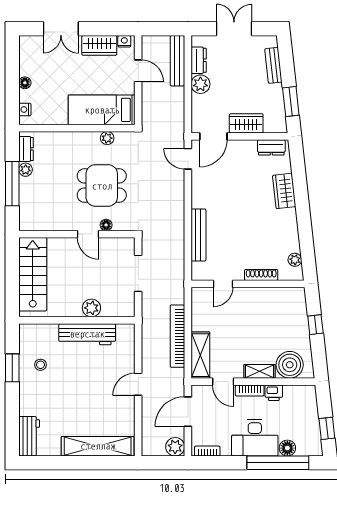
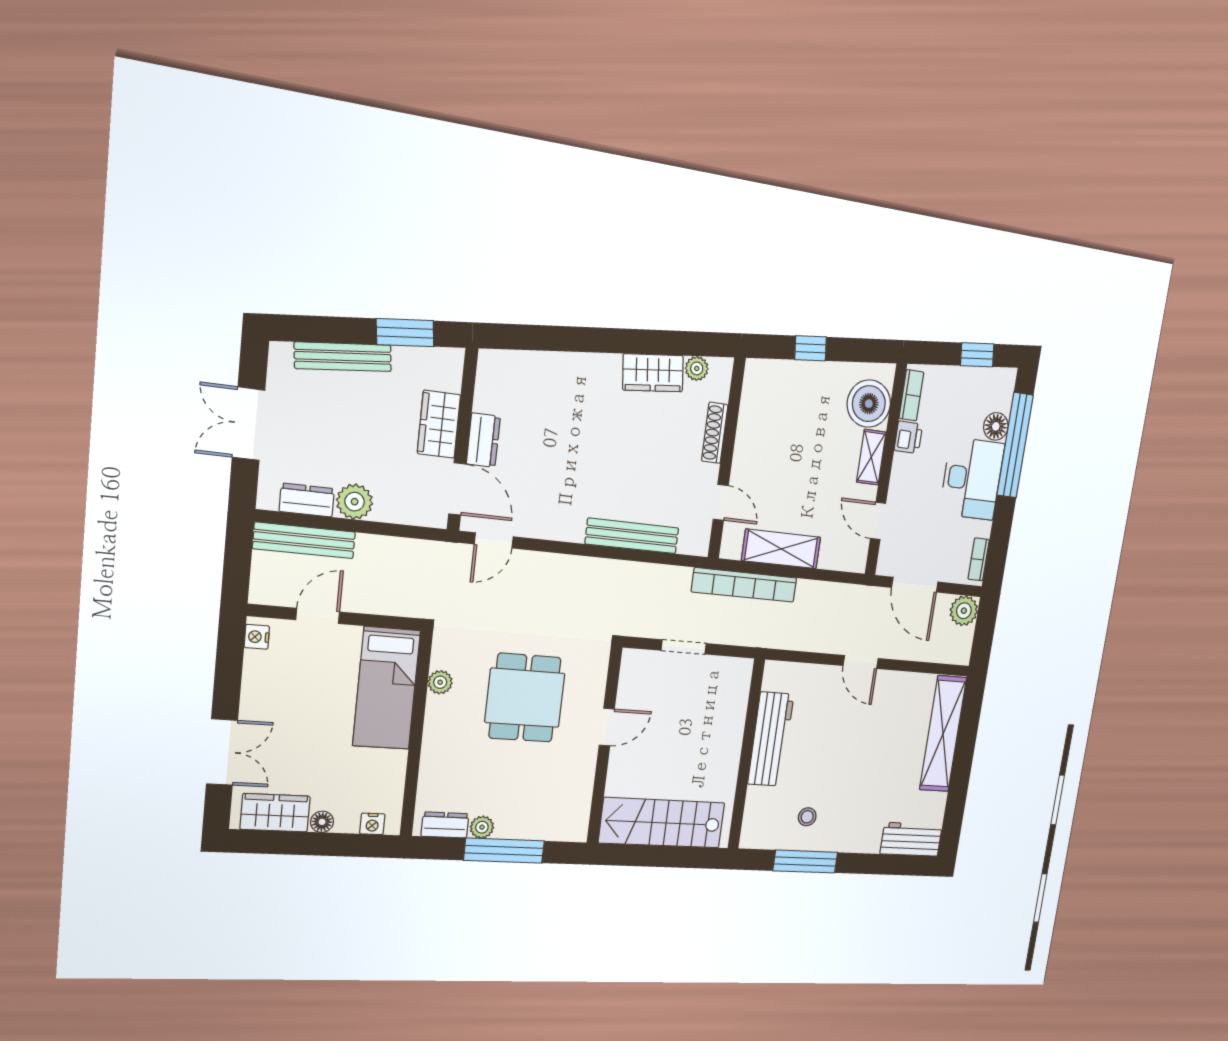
wardrobe: (99, 45) -> (275, 813), moved, turned -90
bench: (273, 65) -> (343, 357), width x1.36
dresser: (271, 147) -> (483, 440), moved
wardrobe: (284, 191) -> (653, 373), moved
floor lamp: (106, 225) -> (595, 695), removed
doorway: (138, 273) -> (684, 647), width x0.73
plant: (91, 308) -> (730, 729), removed
bookcase: (177, 336) -> (744, 585), moved
shelving: (200, 355) -> (781, 549), moved
window: (12, 368) -> (805, 861), width x1.44
door: (223, 382) -> (878, 521), swing flipped
bookcase: (250, 391) -> (911, 395), moved

